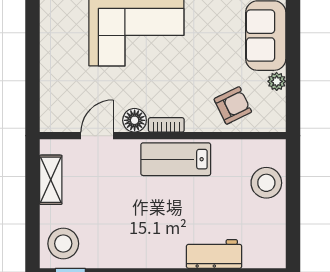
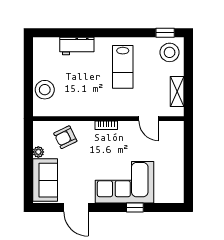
floor lamp: (135, 120) -> (126, 128), removed
door: (97, 136) -> (149, 119), hinge flipped
lab bench: (176, 159) -> (123, 67), moved, turned 90

